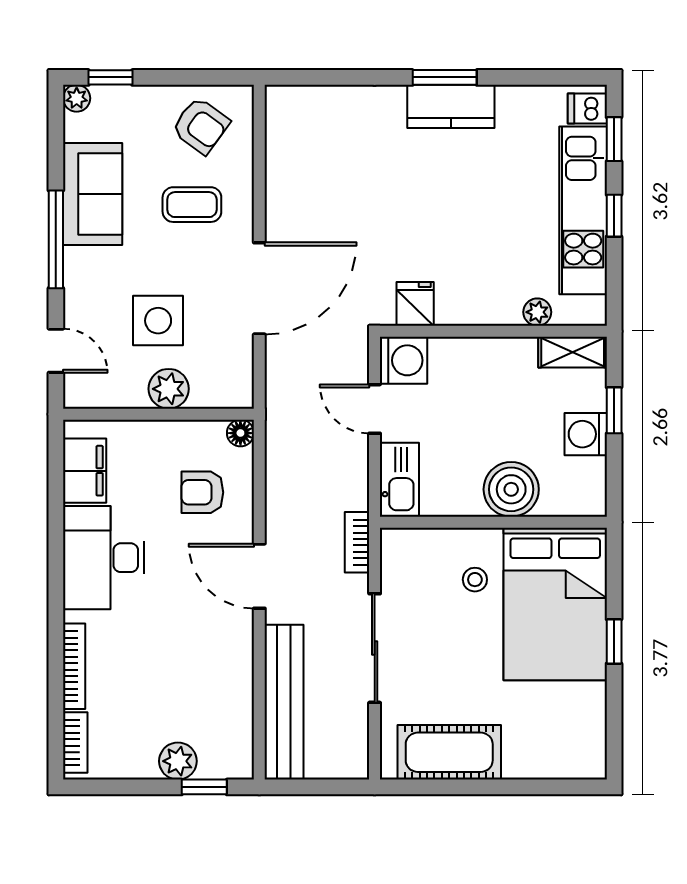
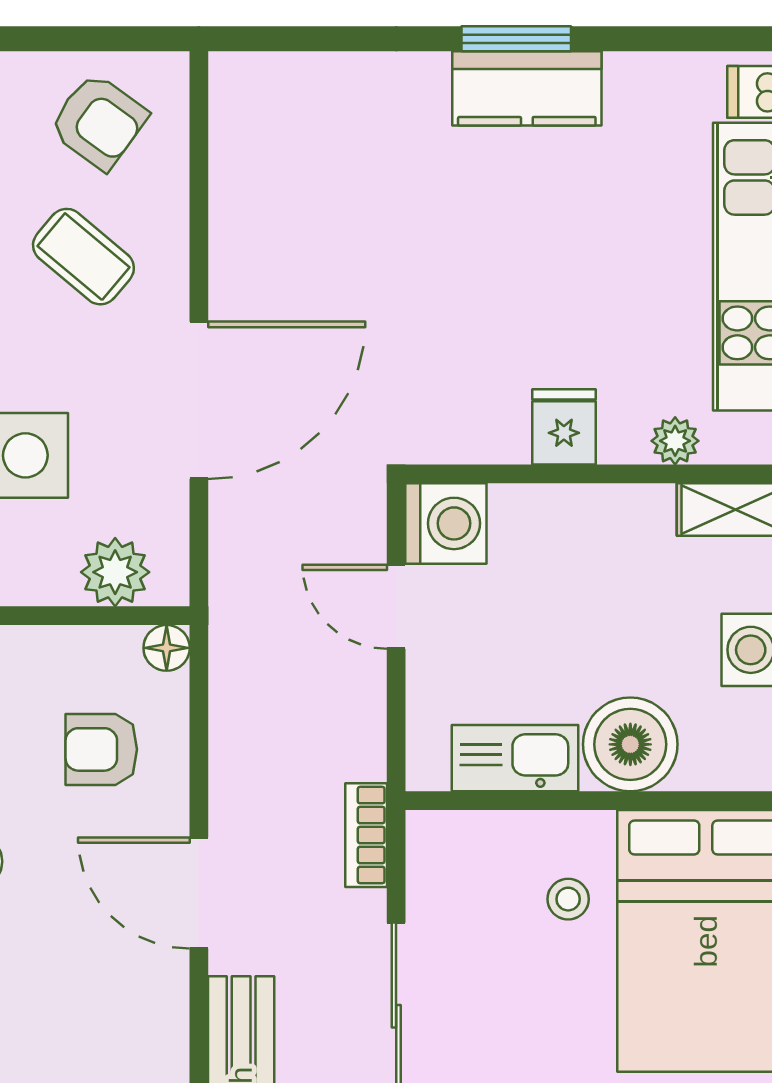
coffee table: (192, 205) -> (83, 257), turned 40
fridge: (415, 304) -> (564, 427), moved
plant: (169, 389) -> (115, 572), moved
kitchen sink: (399, 479) -> (515, 758), moved, turned -90

